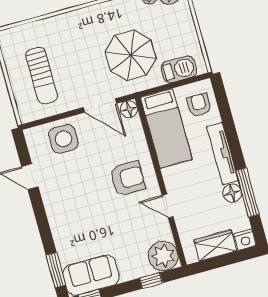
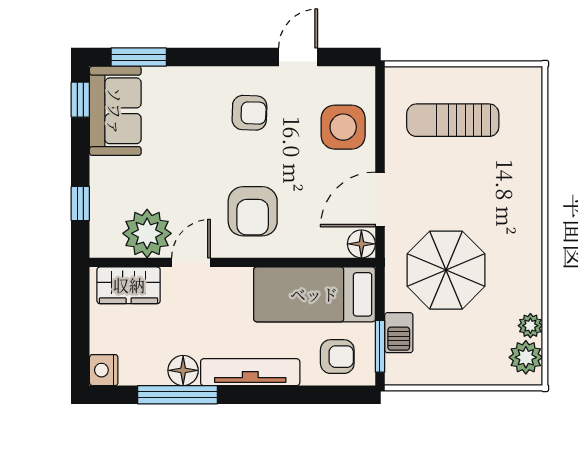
barbecue: (179, 69) -> (399, 333), width x0.73, depth x0.79
window: (186, 82) -> (380, 346), added
armchair: (70, 196) -> (249, 113), added
wardrobe: (215, 245) -> (129, 285), moved, turned 90
plant: (163, 256) -> (147, 233), moved

